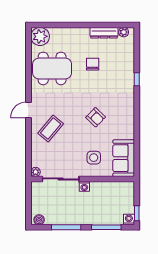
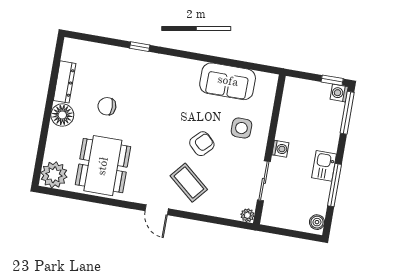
plant: (124, 32) -> (69, 54), removed
floor lamp: (81, 35) -> (62, 115), added
armchair: (96, 117) -> (202, 144), moved
sofa: (124, 158) -> (228, 81), moved
sliding door: (61, 179) -> (264, 181), width x0.73
kitchen sink: (78, 218) -> (324, 166), added
window: (106, 227) -> (347, 113), moved

